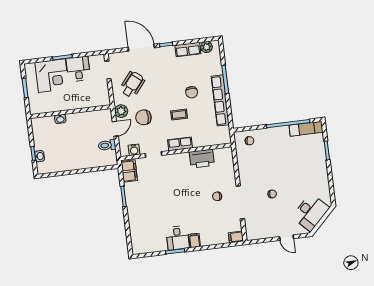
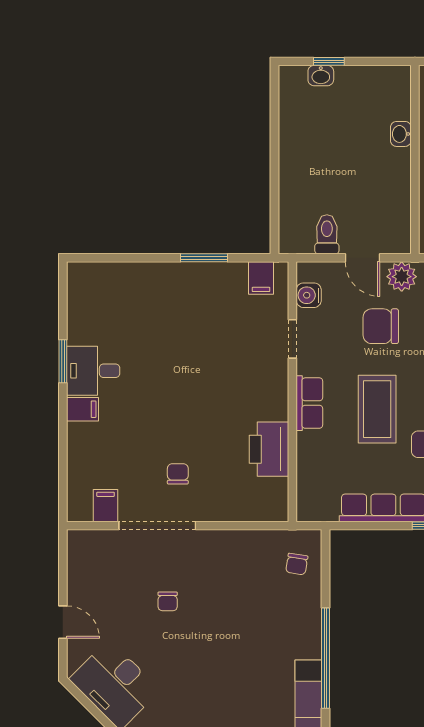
coffee table: (179, 115) -> (377, 409), width x1.86, depth x1.72
chair: (143, 117) -> (381, 326), turned -90
filing cabinet: (129, 171) -> (261, 278), width x0.50
filing cabinet: (236, 237) -> (106, 506), moved
door: (287, 238) -> (63, 622), swing flipped

